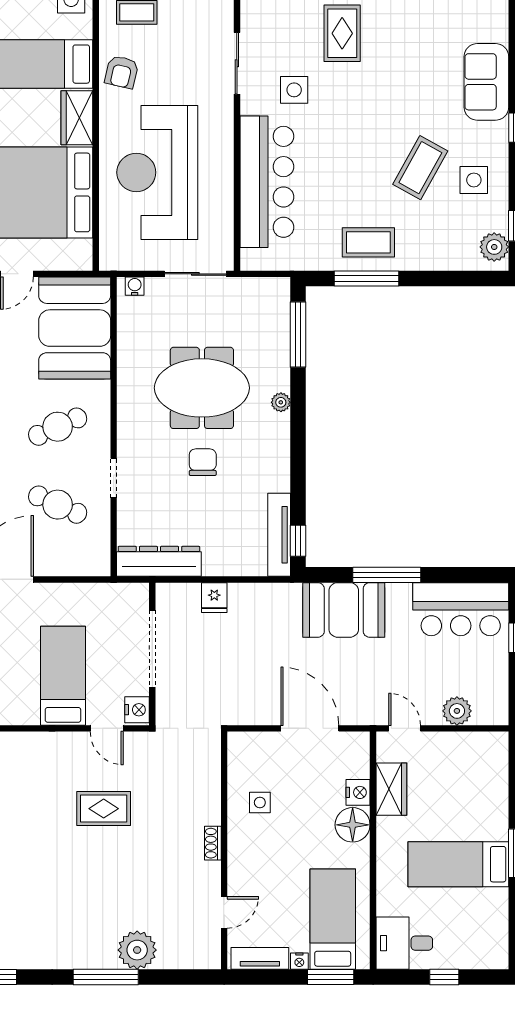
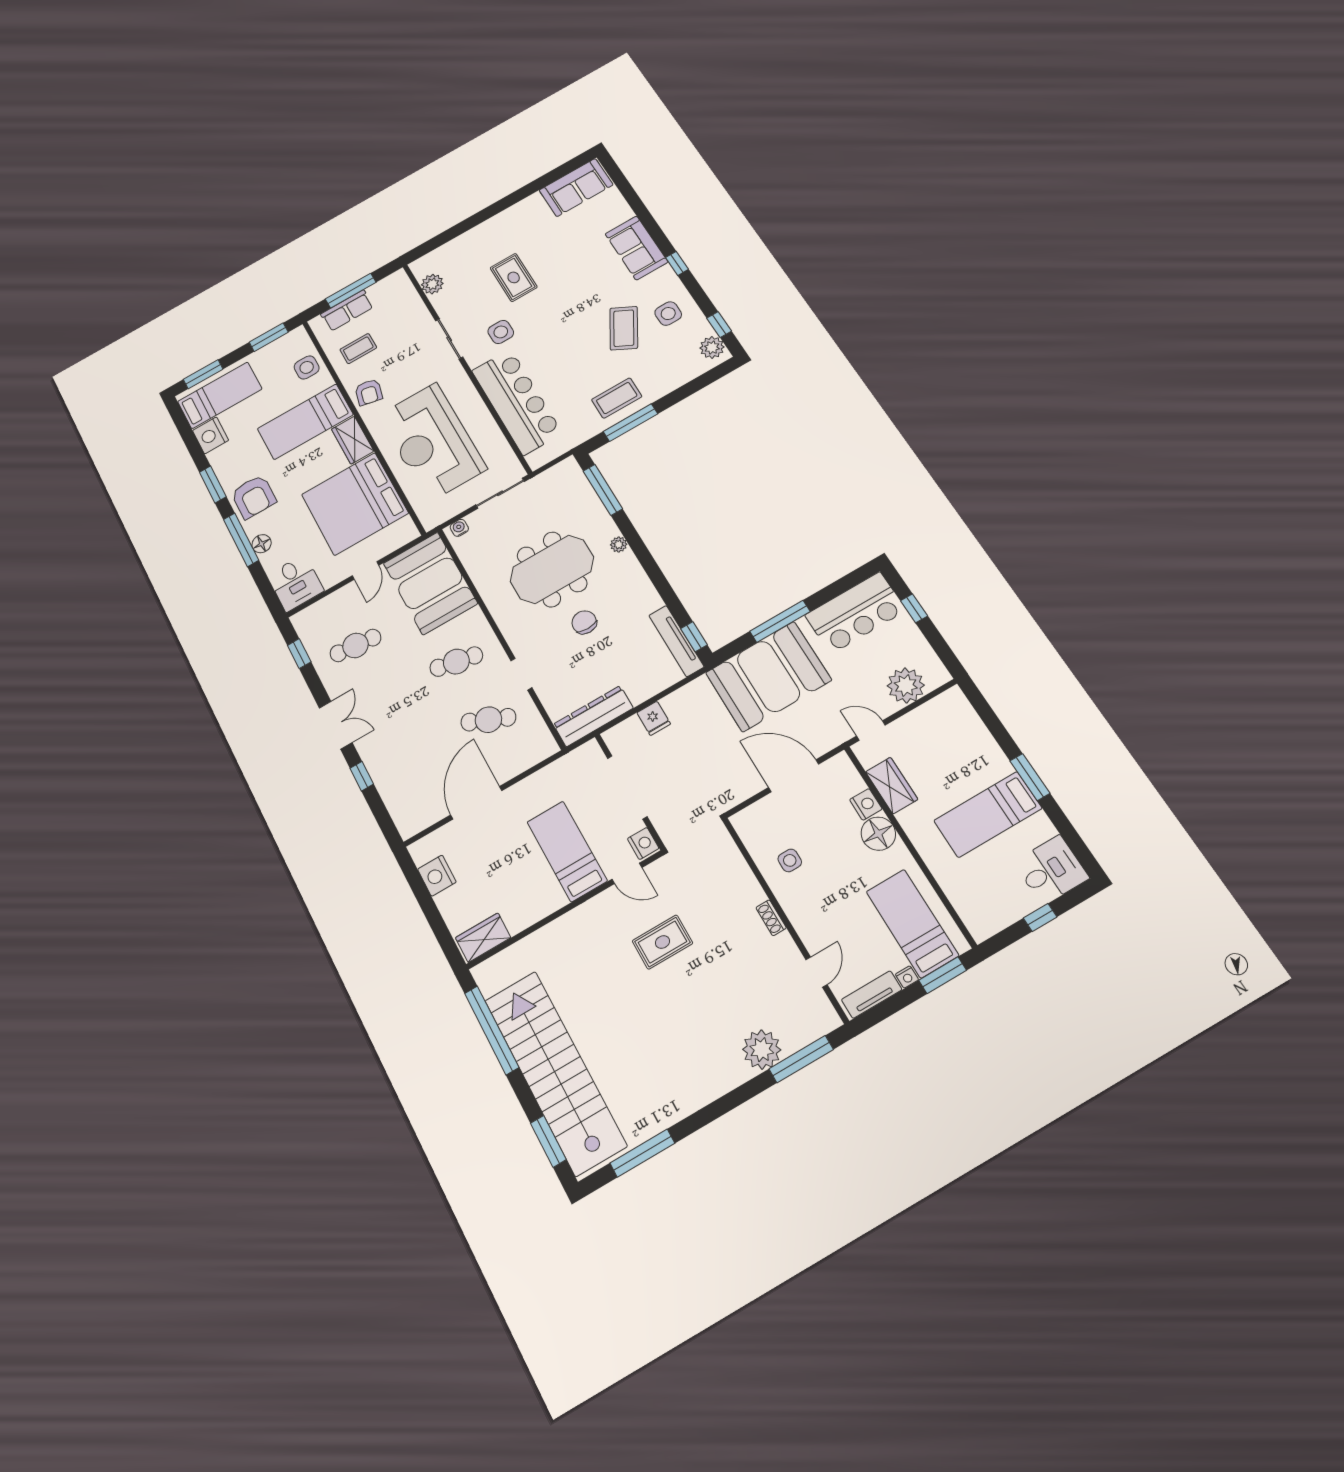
cafe table: (58, 427) -> (456, 662), turned 36
booth: (344, 610) -> (768, 676), width x1.36, depth x1.42
plant: (457, 711) -> (906, 685), width x1.36, depth x1.36
desk: (404, 943) -> (1051, 870), moved, turned 180
window: (106, 977) -> (801, 1059), moved

